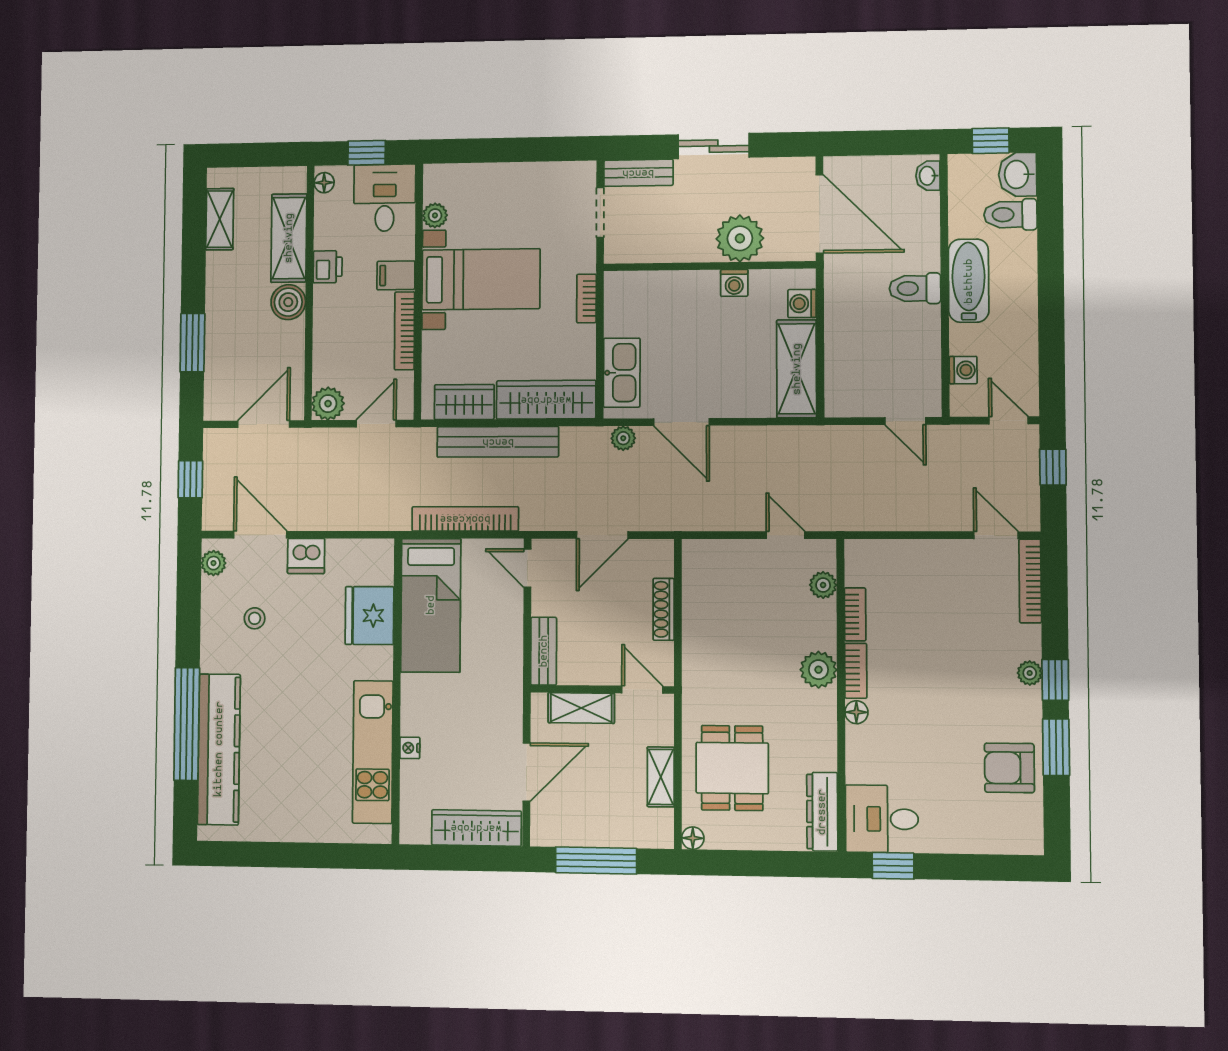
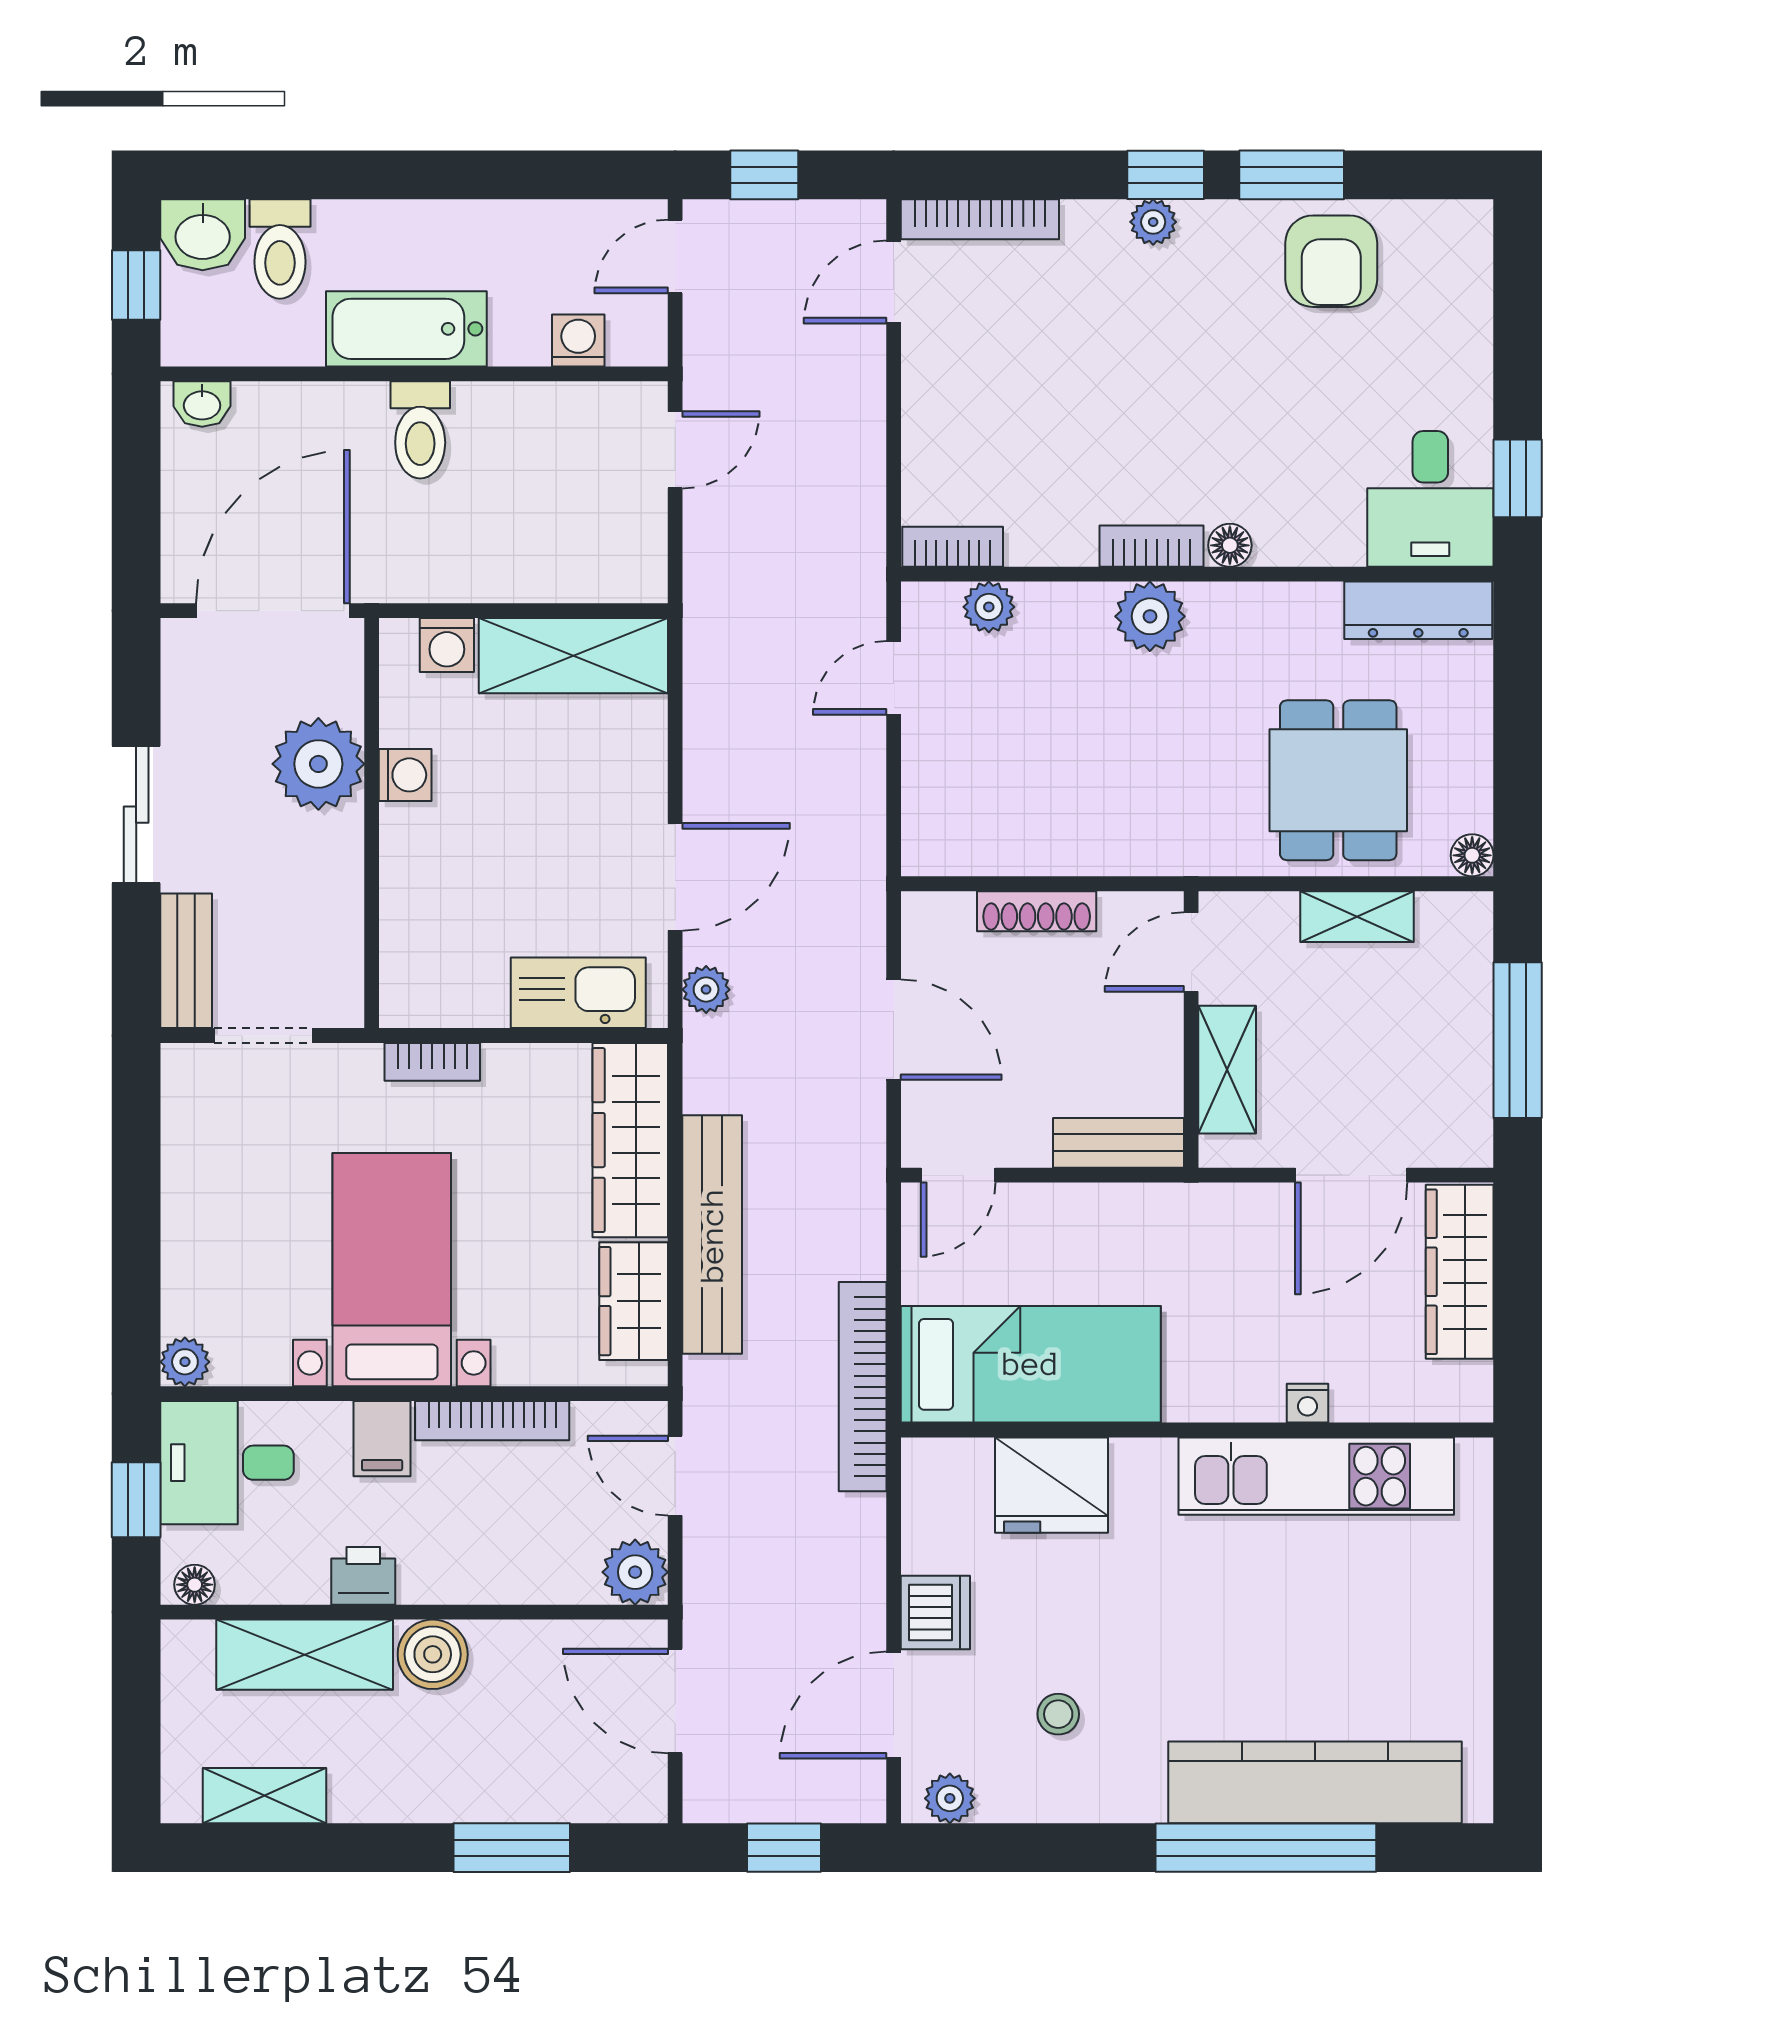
plant: (435, 215) -> (185, 1362), moved
bookcase: (465, 519) -> (863, 1387), moved
bookcase: (855, 614) -> (953, 547), moved
dining table: (732, 768) -> (1338, 780), turned 90
door: (526, 772) -> (1351, 1175), swing flipped

